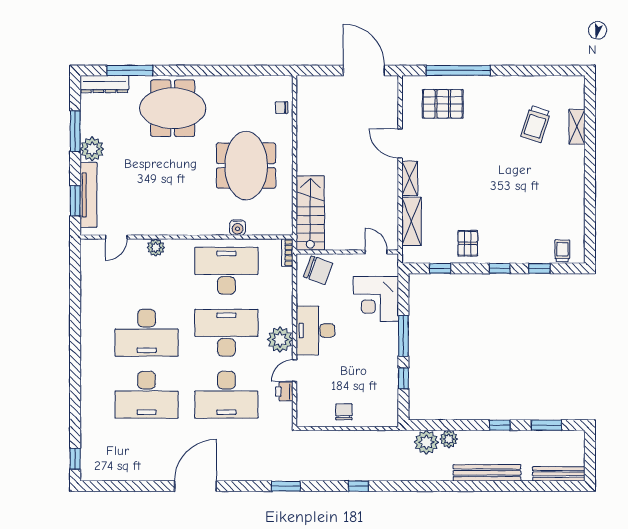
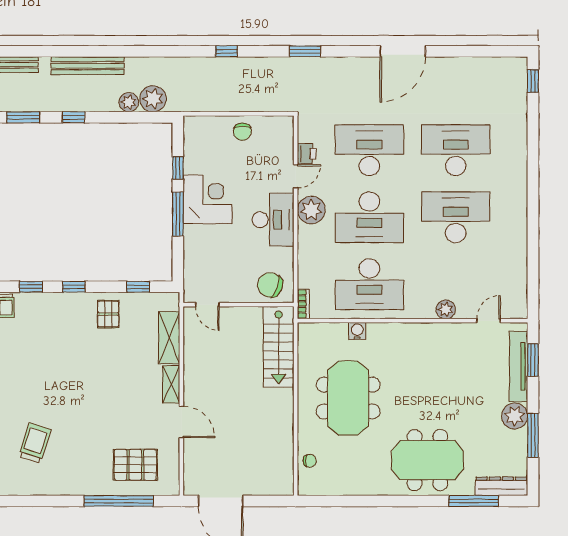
corner desk: (376, 299) -> (208, 199), moved

